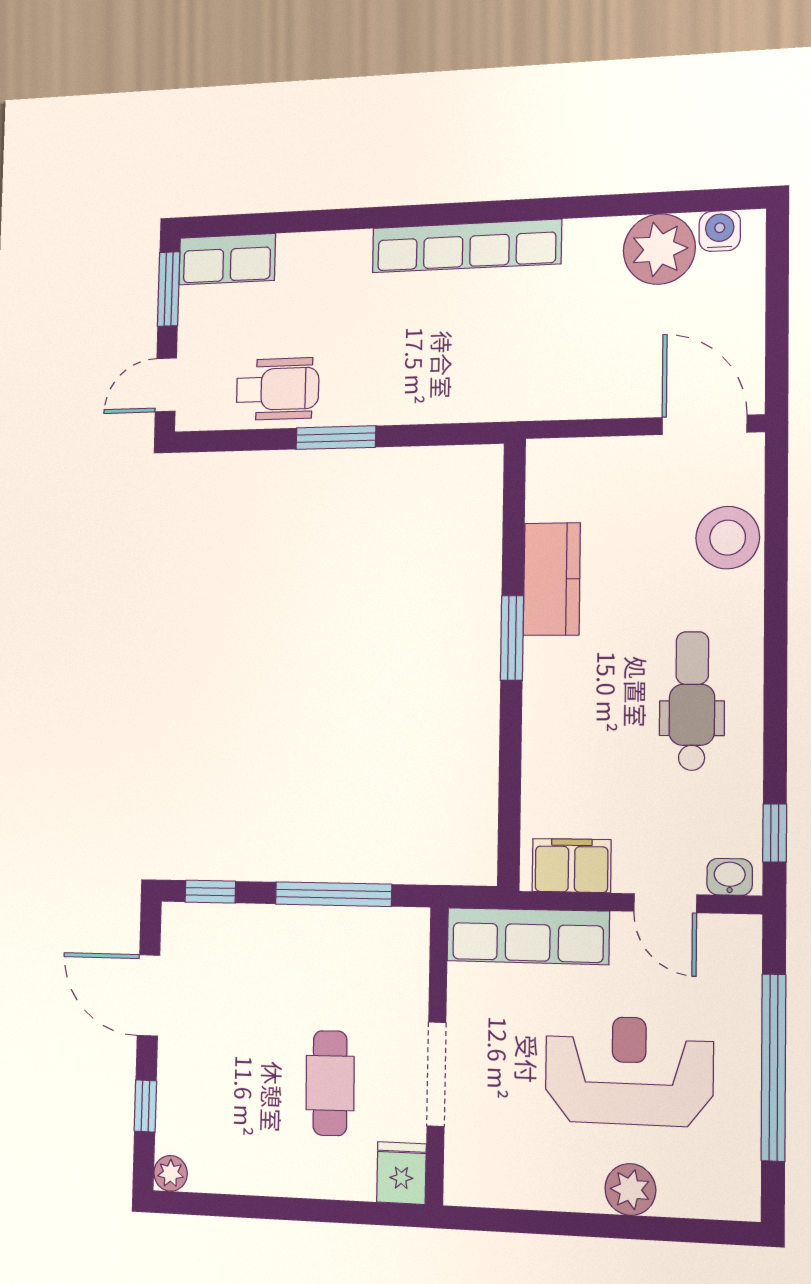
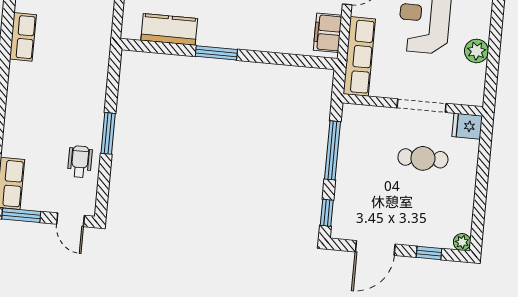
row of seats: (466, 246) -> (23, 37), width x0.50
wheelchair: (278, 389) -> (80, 162), width x0.73, depth x0.73
kitchen counter: (552, 579) -> (169, 29), moved
plant: (630, 1189) -> (476, 51), moved

